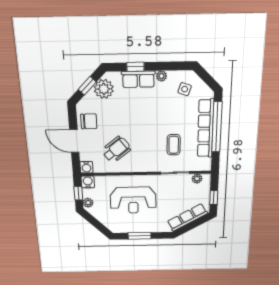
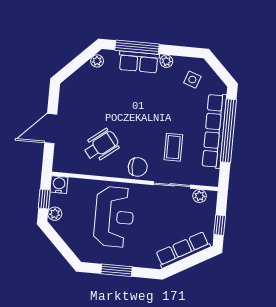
window: (135, 67) -> (137, 47), width x2.17
window: (87, 86) -> (77, 63), removed
plant: (104, 89) -> (97, 61), width x0.53, depth x0.53
chair: (89, 121) -> (138, 167), moved
door: (74, 141) -> (51, 129), hinge flipped
water cooler: (86, 167) -> (60, 164), removed
reception desk: (133, 200) -> (114, 217), turned -90

